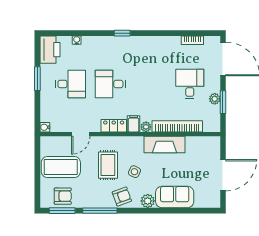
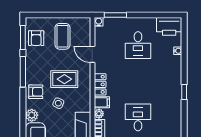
window: (37, 79) -> (115, 15), moved
desk: (110, 84) -> (138, 117), moved
coffee table: (61, 167) -> (63, 36), width x0.73, depth x0.76
armchair: (122, 197) -> (36, 92), turned -70

